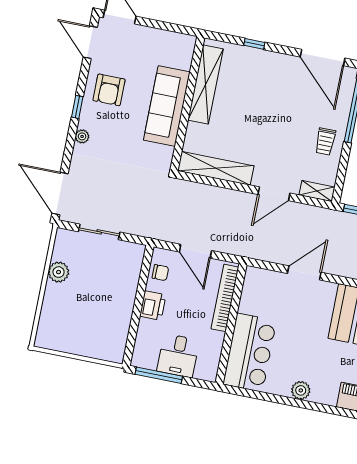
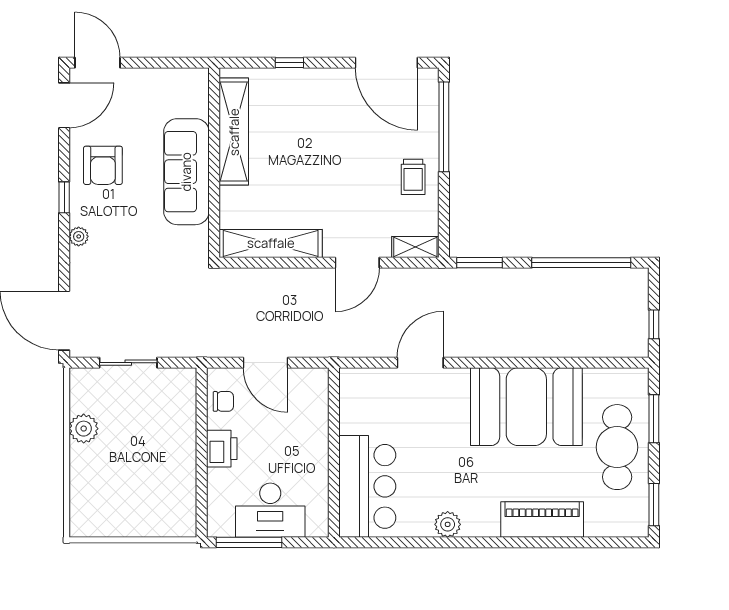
door: (90, 42) -> (64, 105), swing flipped
bookcase: (225, 298) -> (318, 419), removed
desk: (178, 356) -> (270, 510), width x1.37

